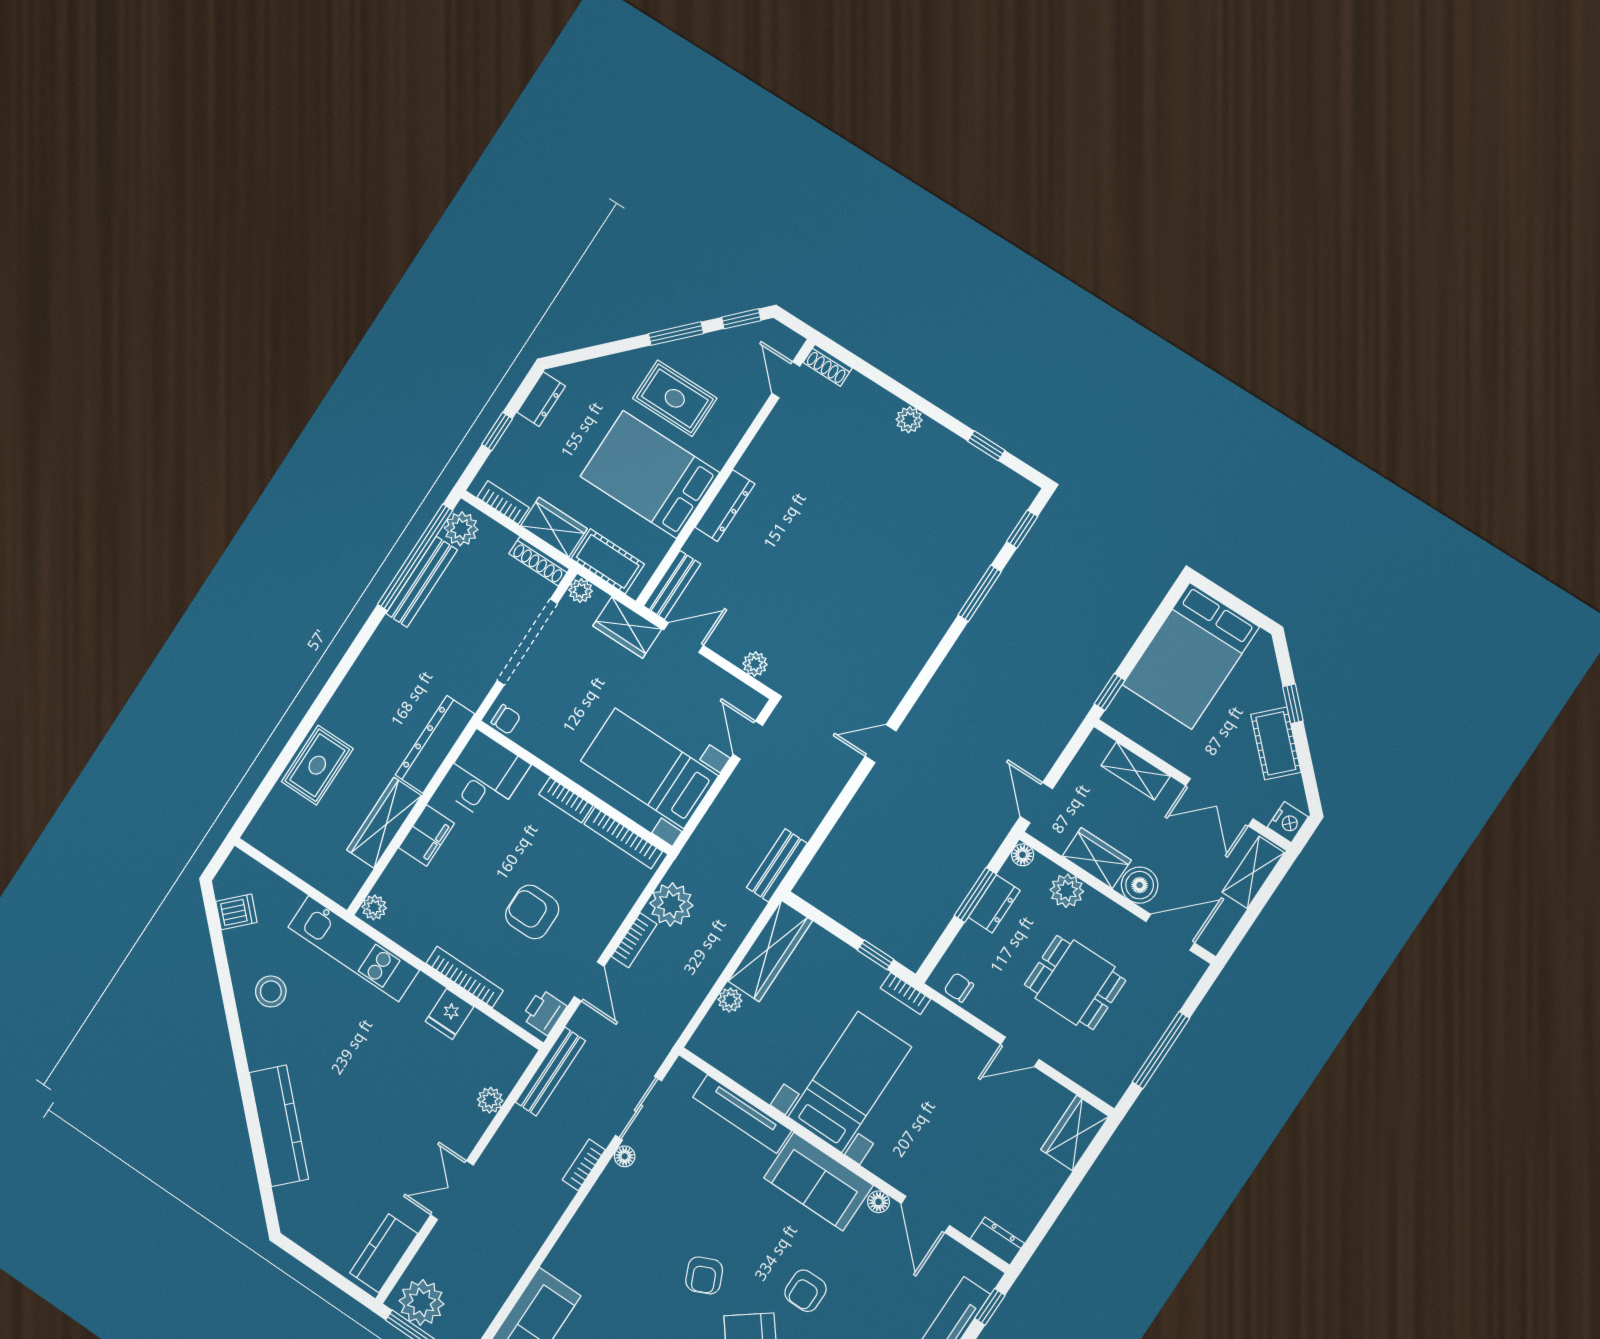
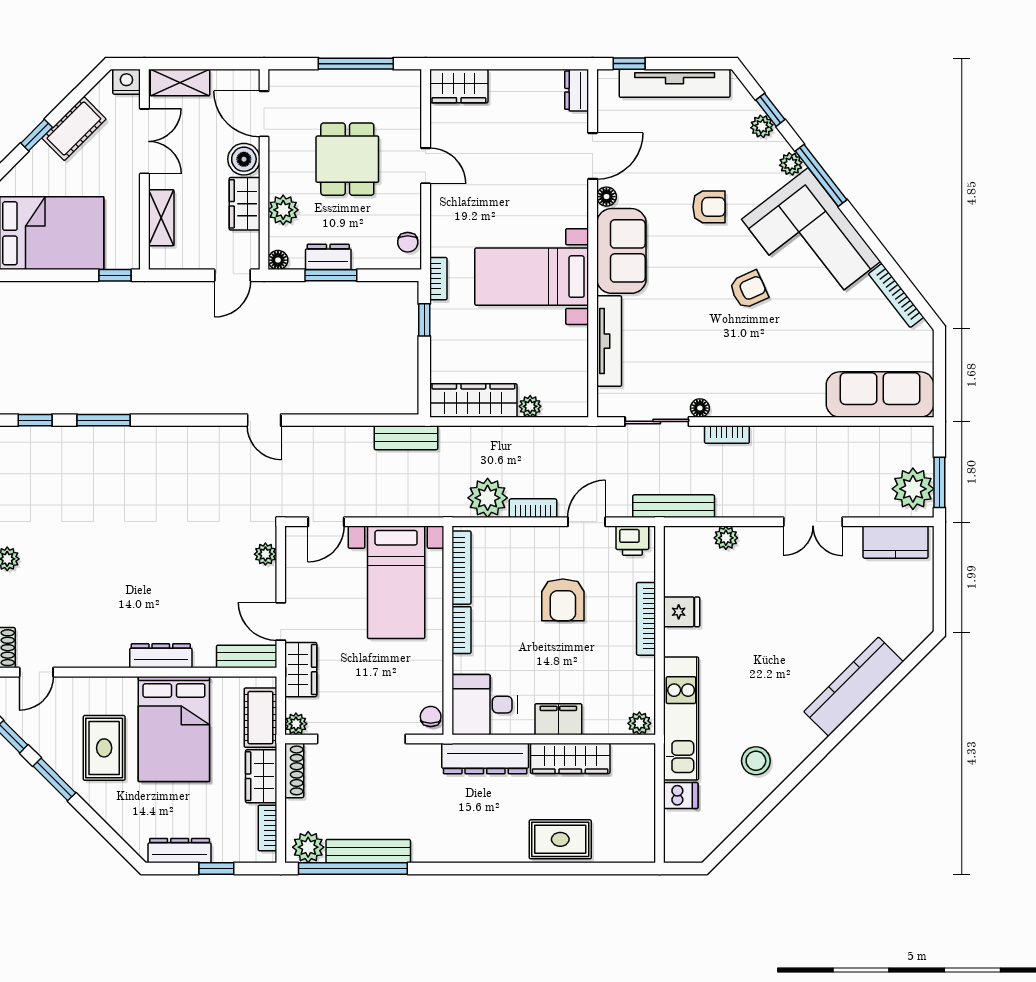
dresser: (541, 399) -> (180, 851), width x1.44
dishwasher: (236, 912) -> (681, 795), moved, turned 135

